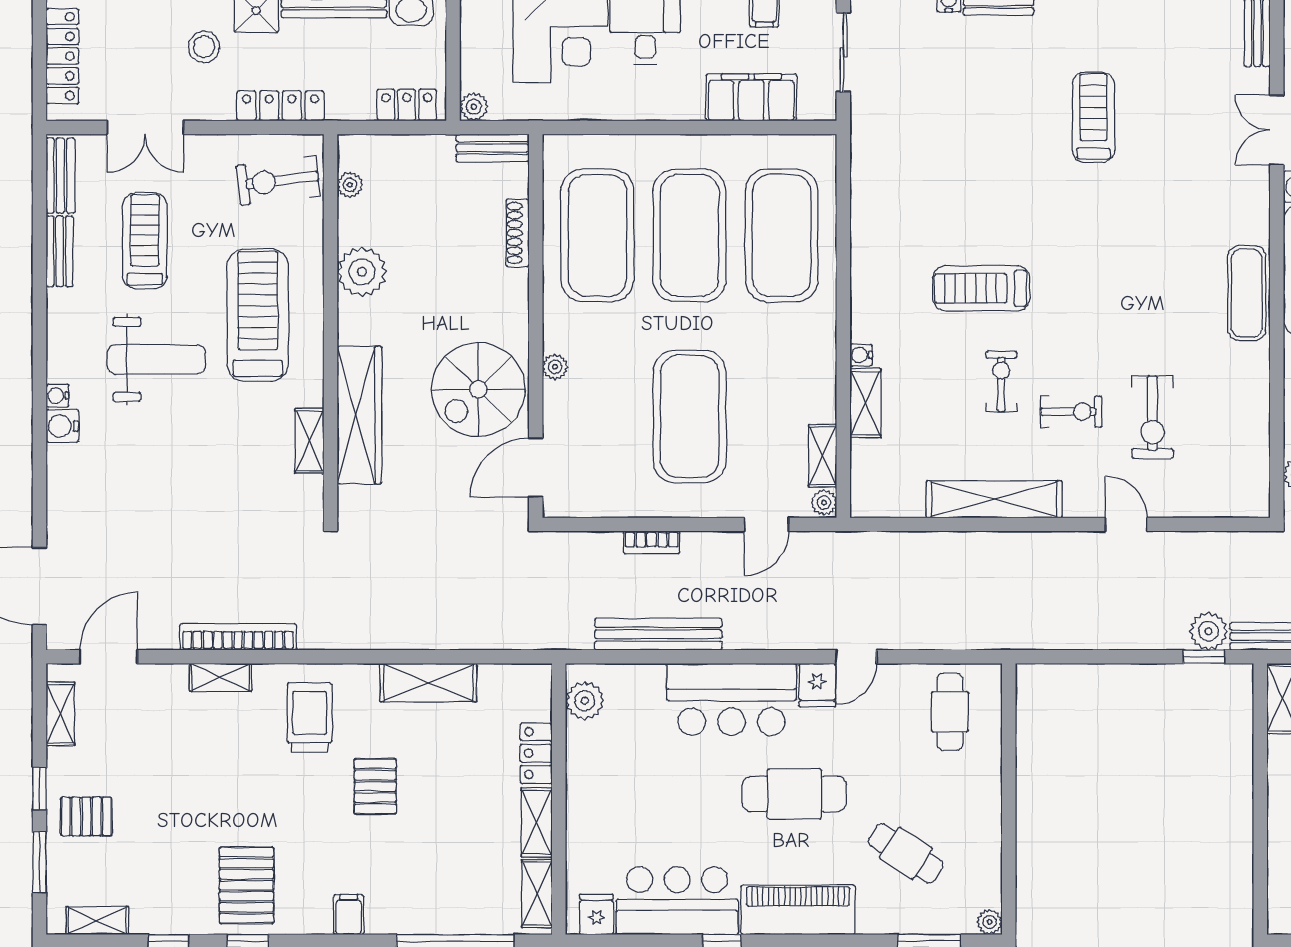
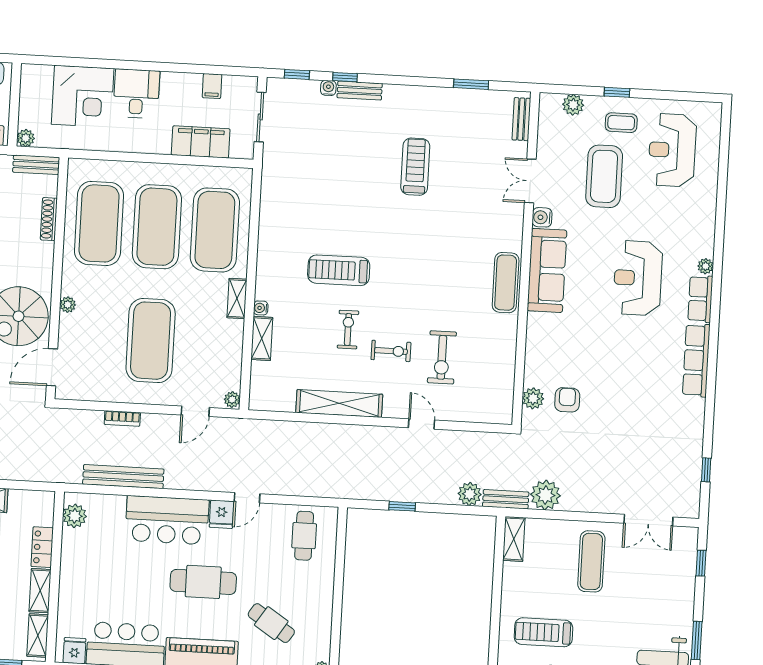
shelving: (823, 456) -> (237, 298), moved
window: (1204, 657) -> (402, 506), moved

